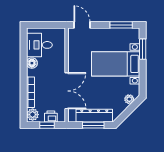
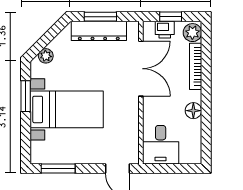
desk: (39, 45) -> (161, 145), moved, turned 90
window: (143, 49) -> (26, 96), moved
double door: (67, 91) -> (141, 69), swing flipped

